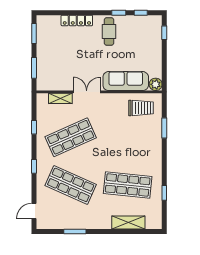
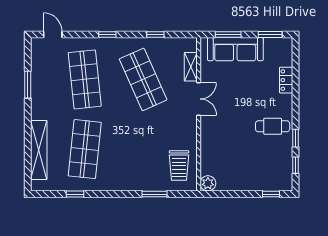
locker: (77, 20) -> (286, 80), width x0.66
sofa: (126, 81) -> (235, 49), moved, turned 90
shop shelf: (71, 185) -> (85, 79), turned -30
shelving: (128, 223) -> (39, 150), width x1.47

